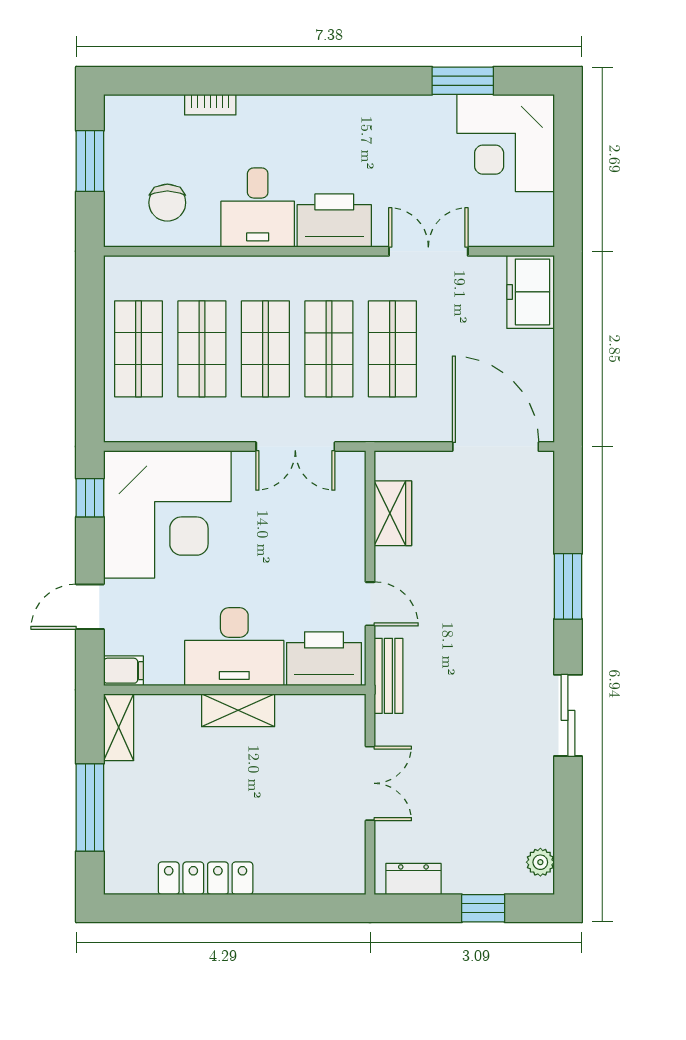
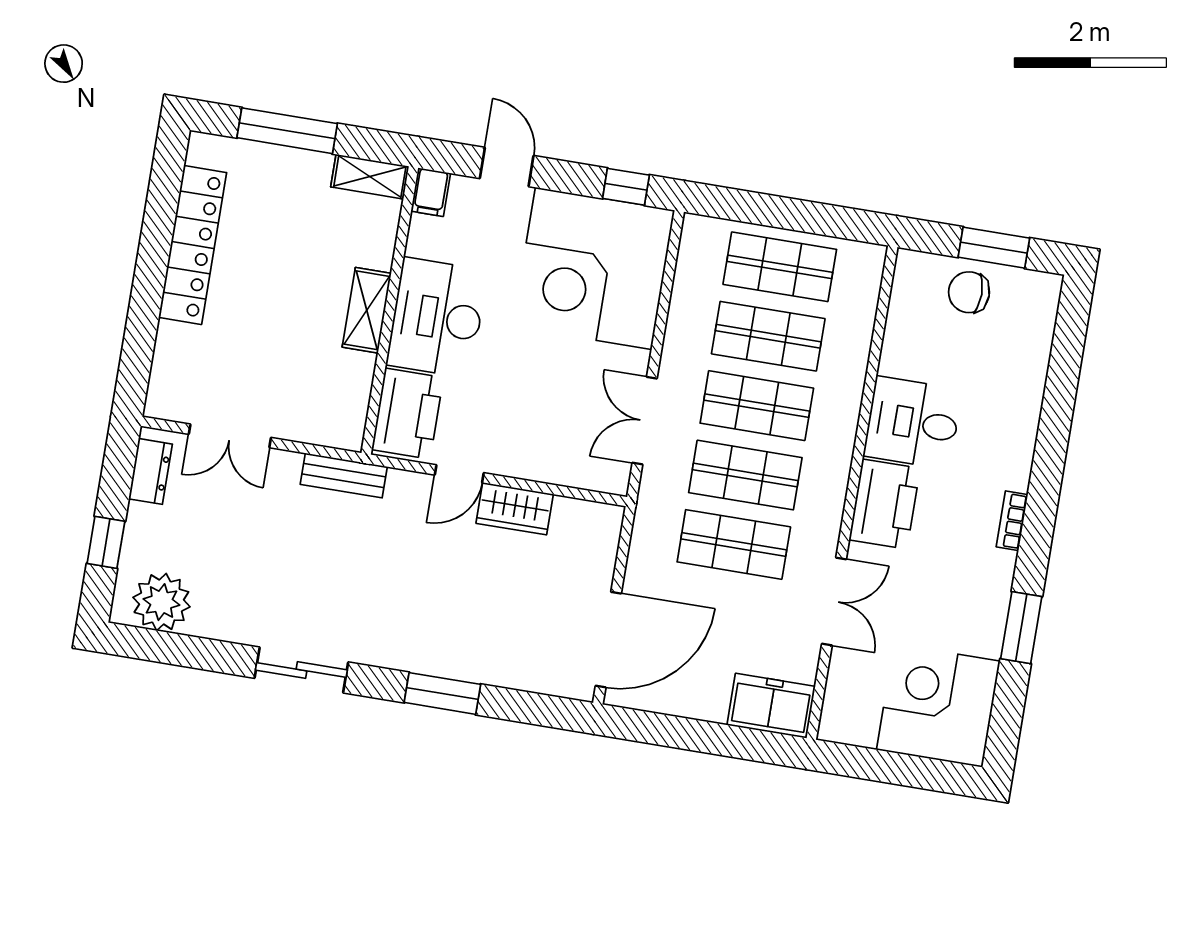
window: (463, 81) -> (1021, 628), moved
bookcase: (210, 105) -> (1012, 521), moved
chair: (167, 203) -> (969, 292), moved
wardrobe: (393, 513) -> (515, 509), moved
bench: (388, 676) -> (344, 475), moved
double door: (370, 783) -> (230, 436), moved
plant: (540, 862) -> (161, 602), width x1.88, depth x1.88
locker: (206, 878) -> (193, 245), width x1.41, depth x1.21

